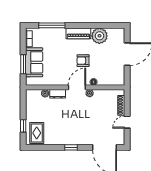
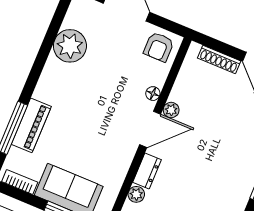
piano: (78, 33) -> (31, 125), moved
armchair: (83, 61) -> (159, 47), moved
door: (77, 87) -> (150, 129), swing flipped

